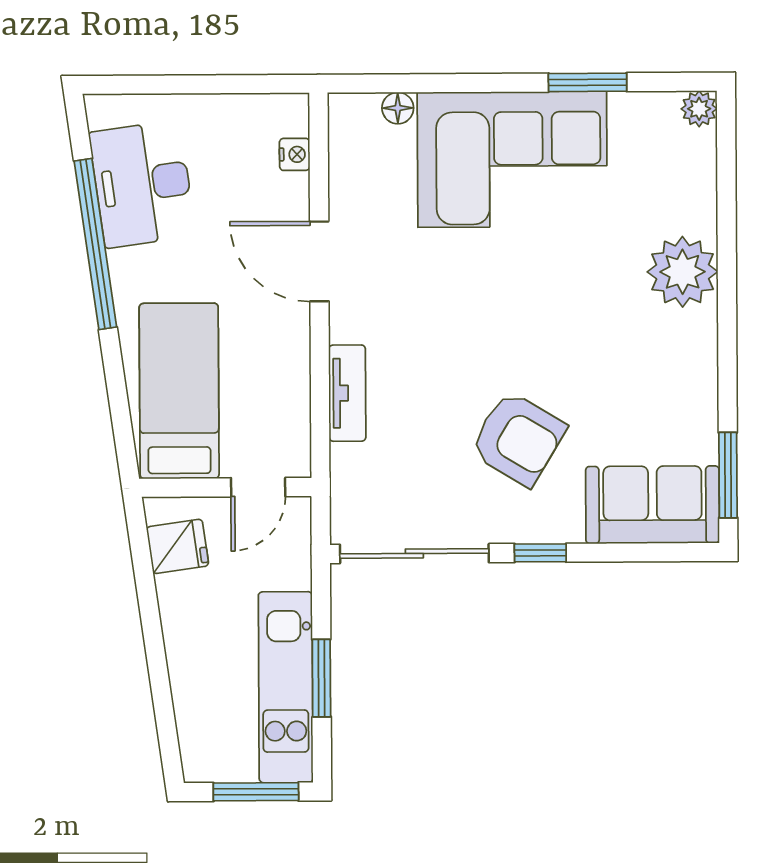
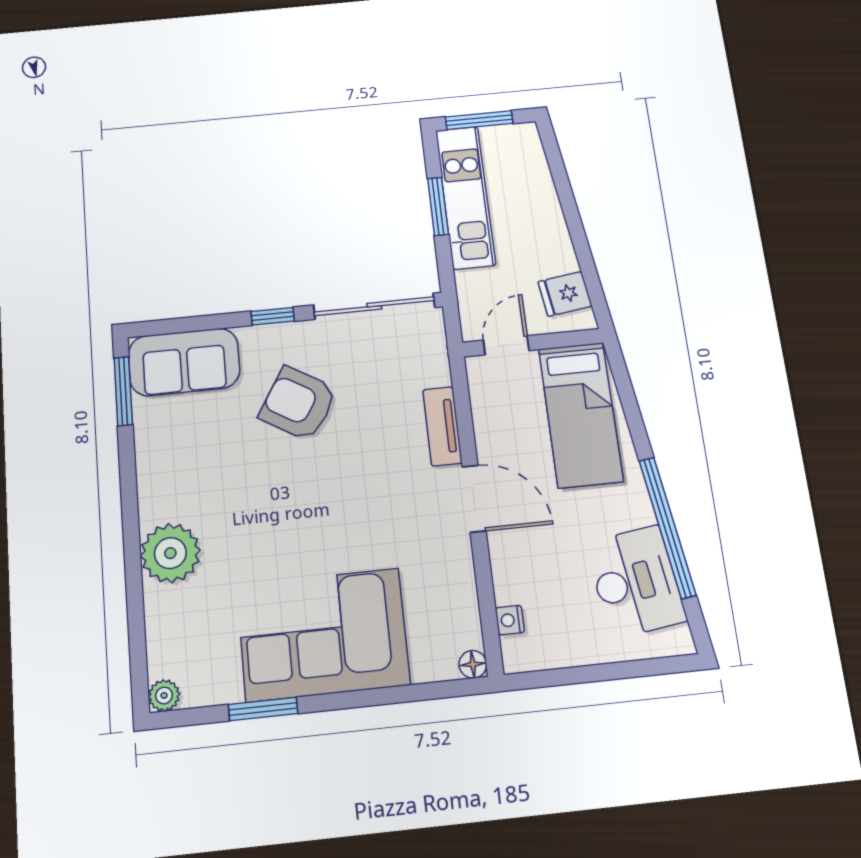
floor lamp: (398, 108) -> (473, 664), moved
door: (319, 261) -> (474, 499), moved

